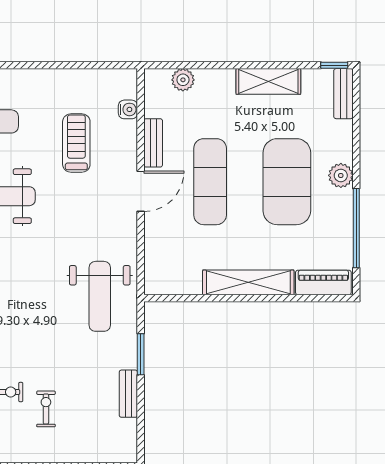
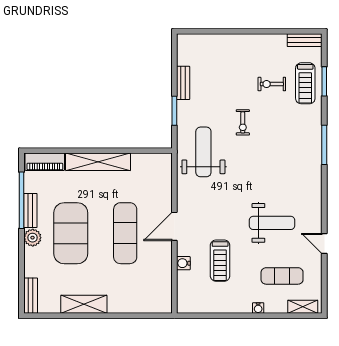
window: (334, 65) -> (37, 316), removed
water cooler: (23, 76) -> (258, 308), added
plant: (183, 80) -> (144, 305), removed
water cooler: (128, 109) -> (183, 263), moved
bench: (153, 143) -> (30, 210), moved
exercise bike: (46, 409) -> (243, 122), moved

